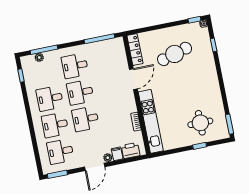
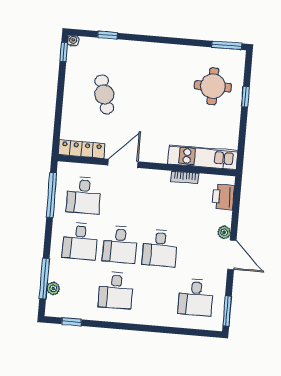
cafe table: (175, 54) -> (104, 94), width x0.73, depth x0.74
door: (133, 79) -> (123, 163), hinge flipped
kitchen unit: (151, 121) -> (203, 157), width x0.73
desk: (55, 125) -> (84, 195), moved
filing cabinet: (117, 154) -> (223, 217), removed

